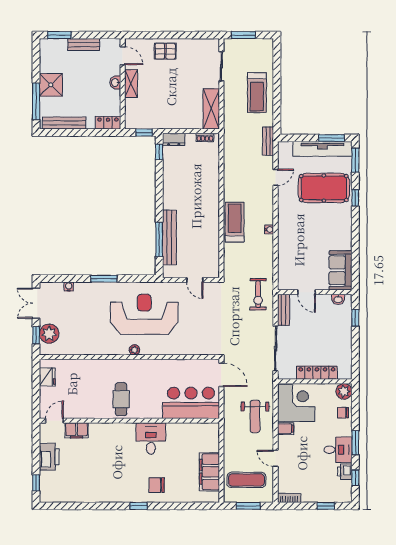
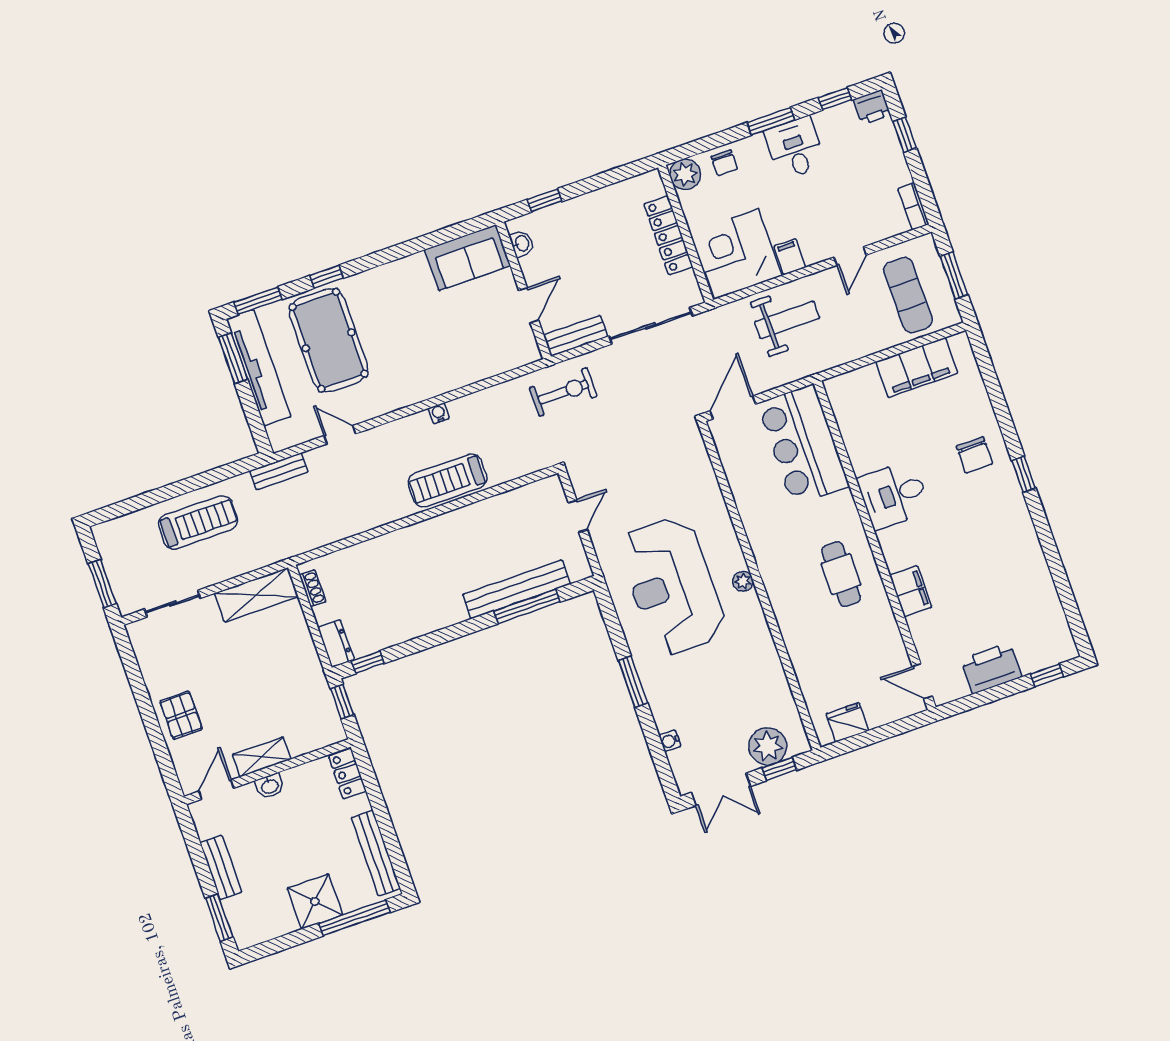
cafe table: (121, 399) -> (841, 574), turned 90
filing cabinet: (77, 430) -> (911, 591), moved
printer: (345, 472) -> (872, 107), moved

